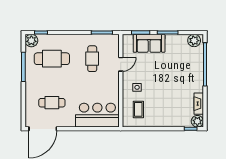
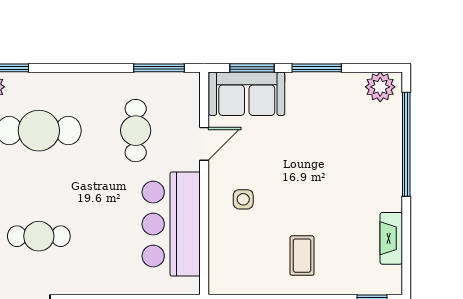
sofa: (149, 43) -> (247, 94), moved
coffee table: (138, 109) -> (302, 256), moved
bar counter: (97, 115) -> (171, 224), moved, turned -90
plant: (197, 121) -> (388, 281), removed

